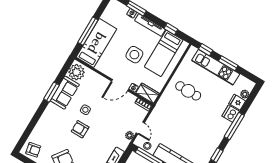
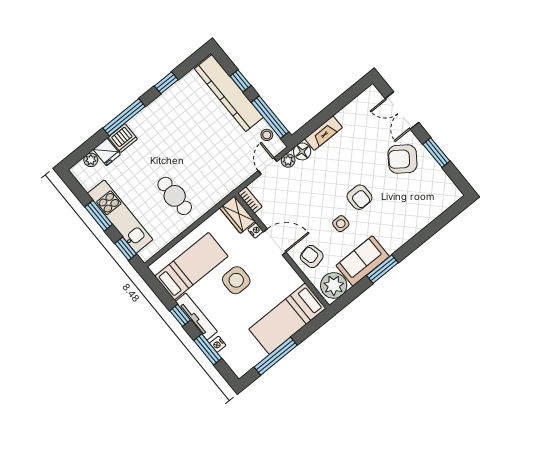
window: (171, 29) -> (180, 315), moved
window: (88, 31) -> (276, 356), moved
floor lamp: (123, 144) -> (302, 151), added
armchair: (33, 150) -> (312, 256), moved

